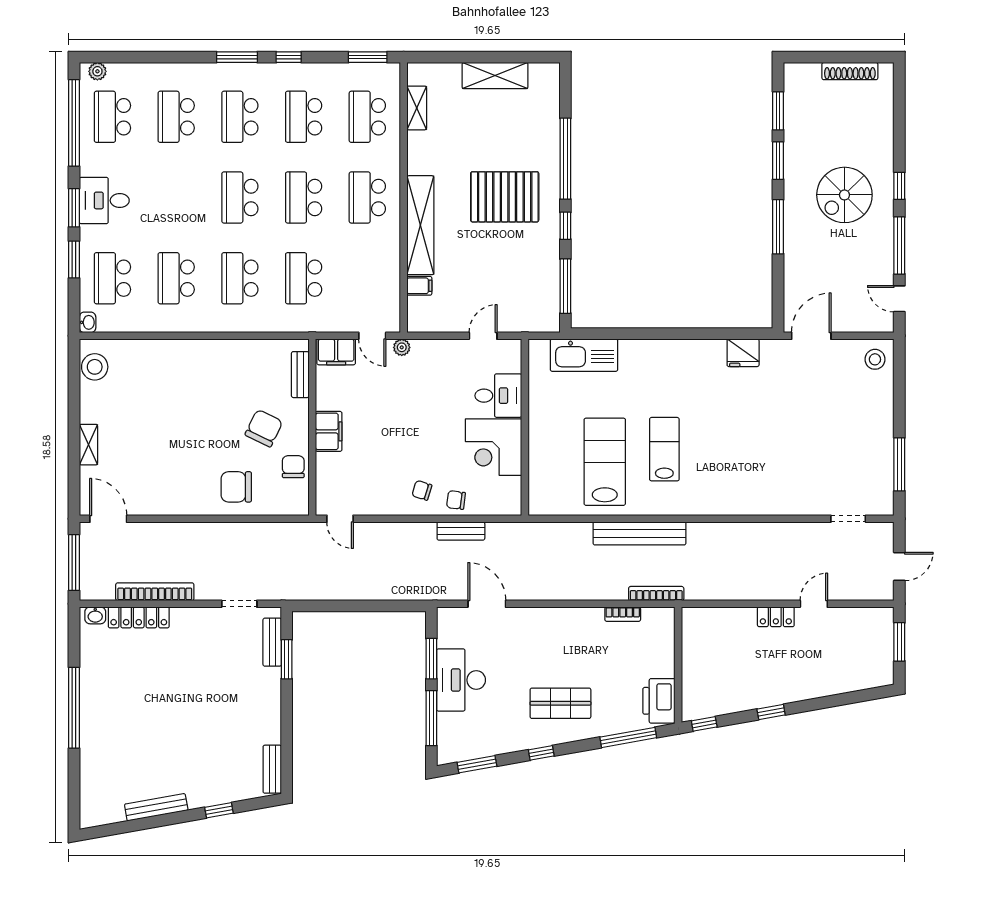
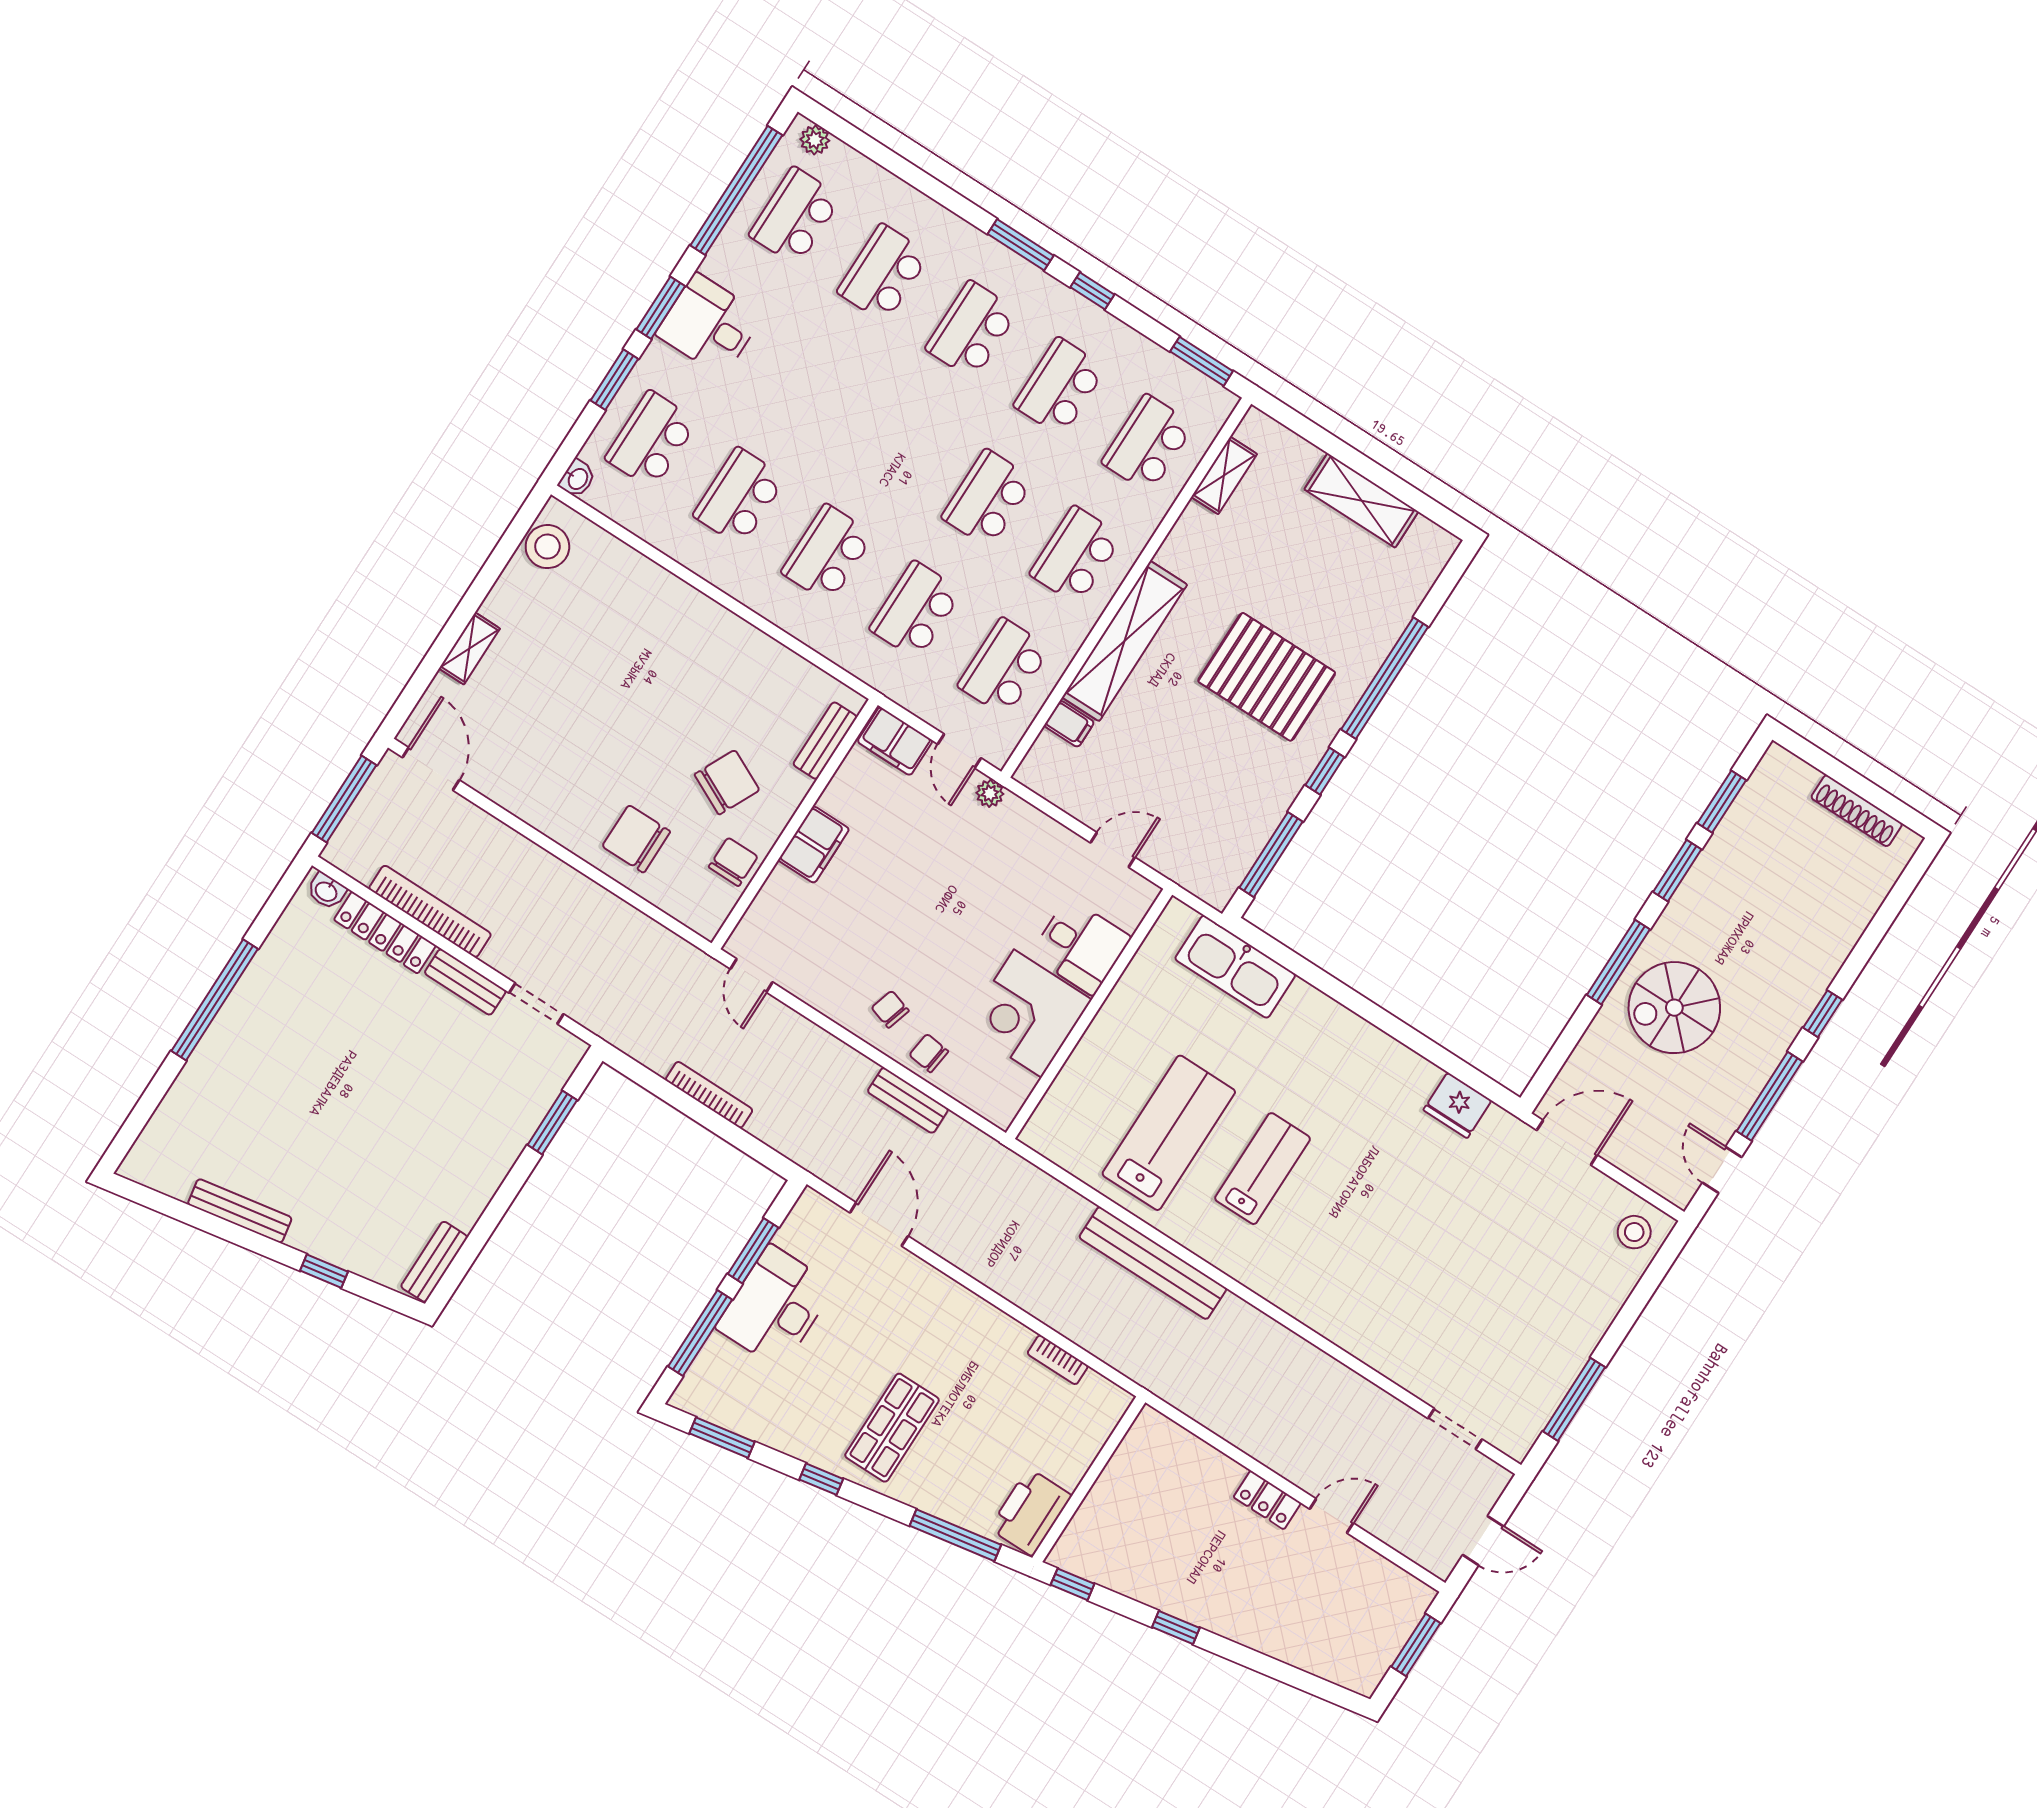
spiral stairs: (844, 195) -> (1674, 1008), moved
school desk: (240, 197) -> (1004, 667), moved
bookcase: (656, 594) -> (709, 1095), moved
bench: (272, 642) -> (465, 982), moved, turned 90
shop shelf: (560, 703) -> (892, 1428), turned 90

